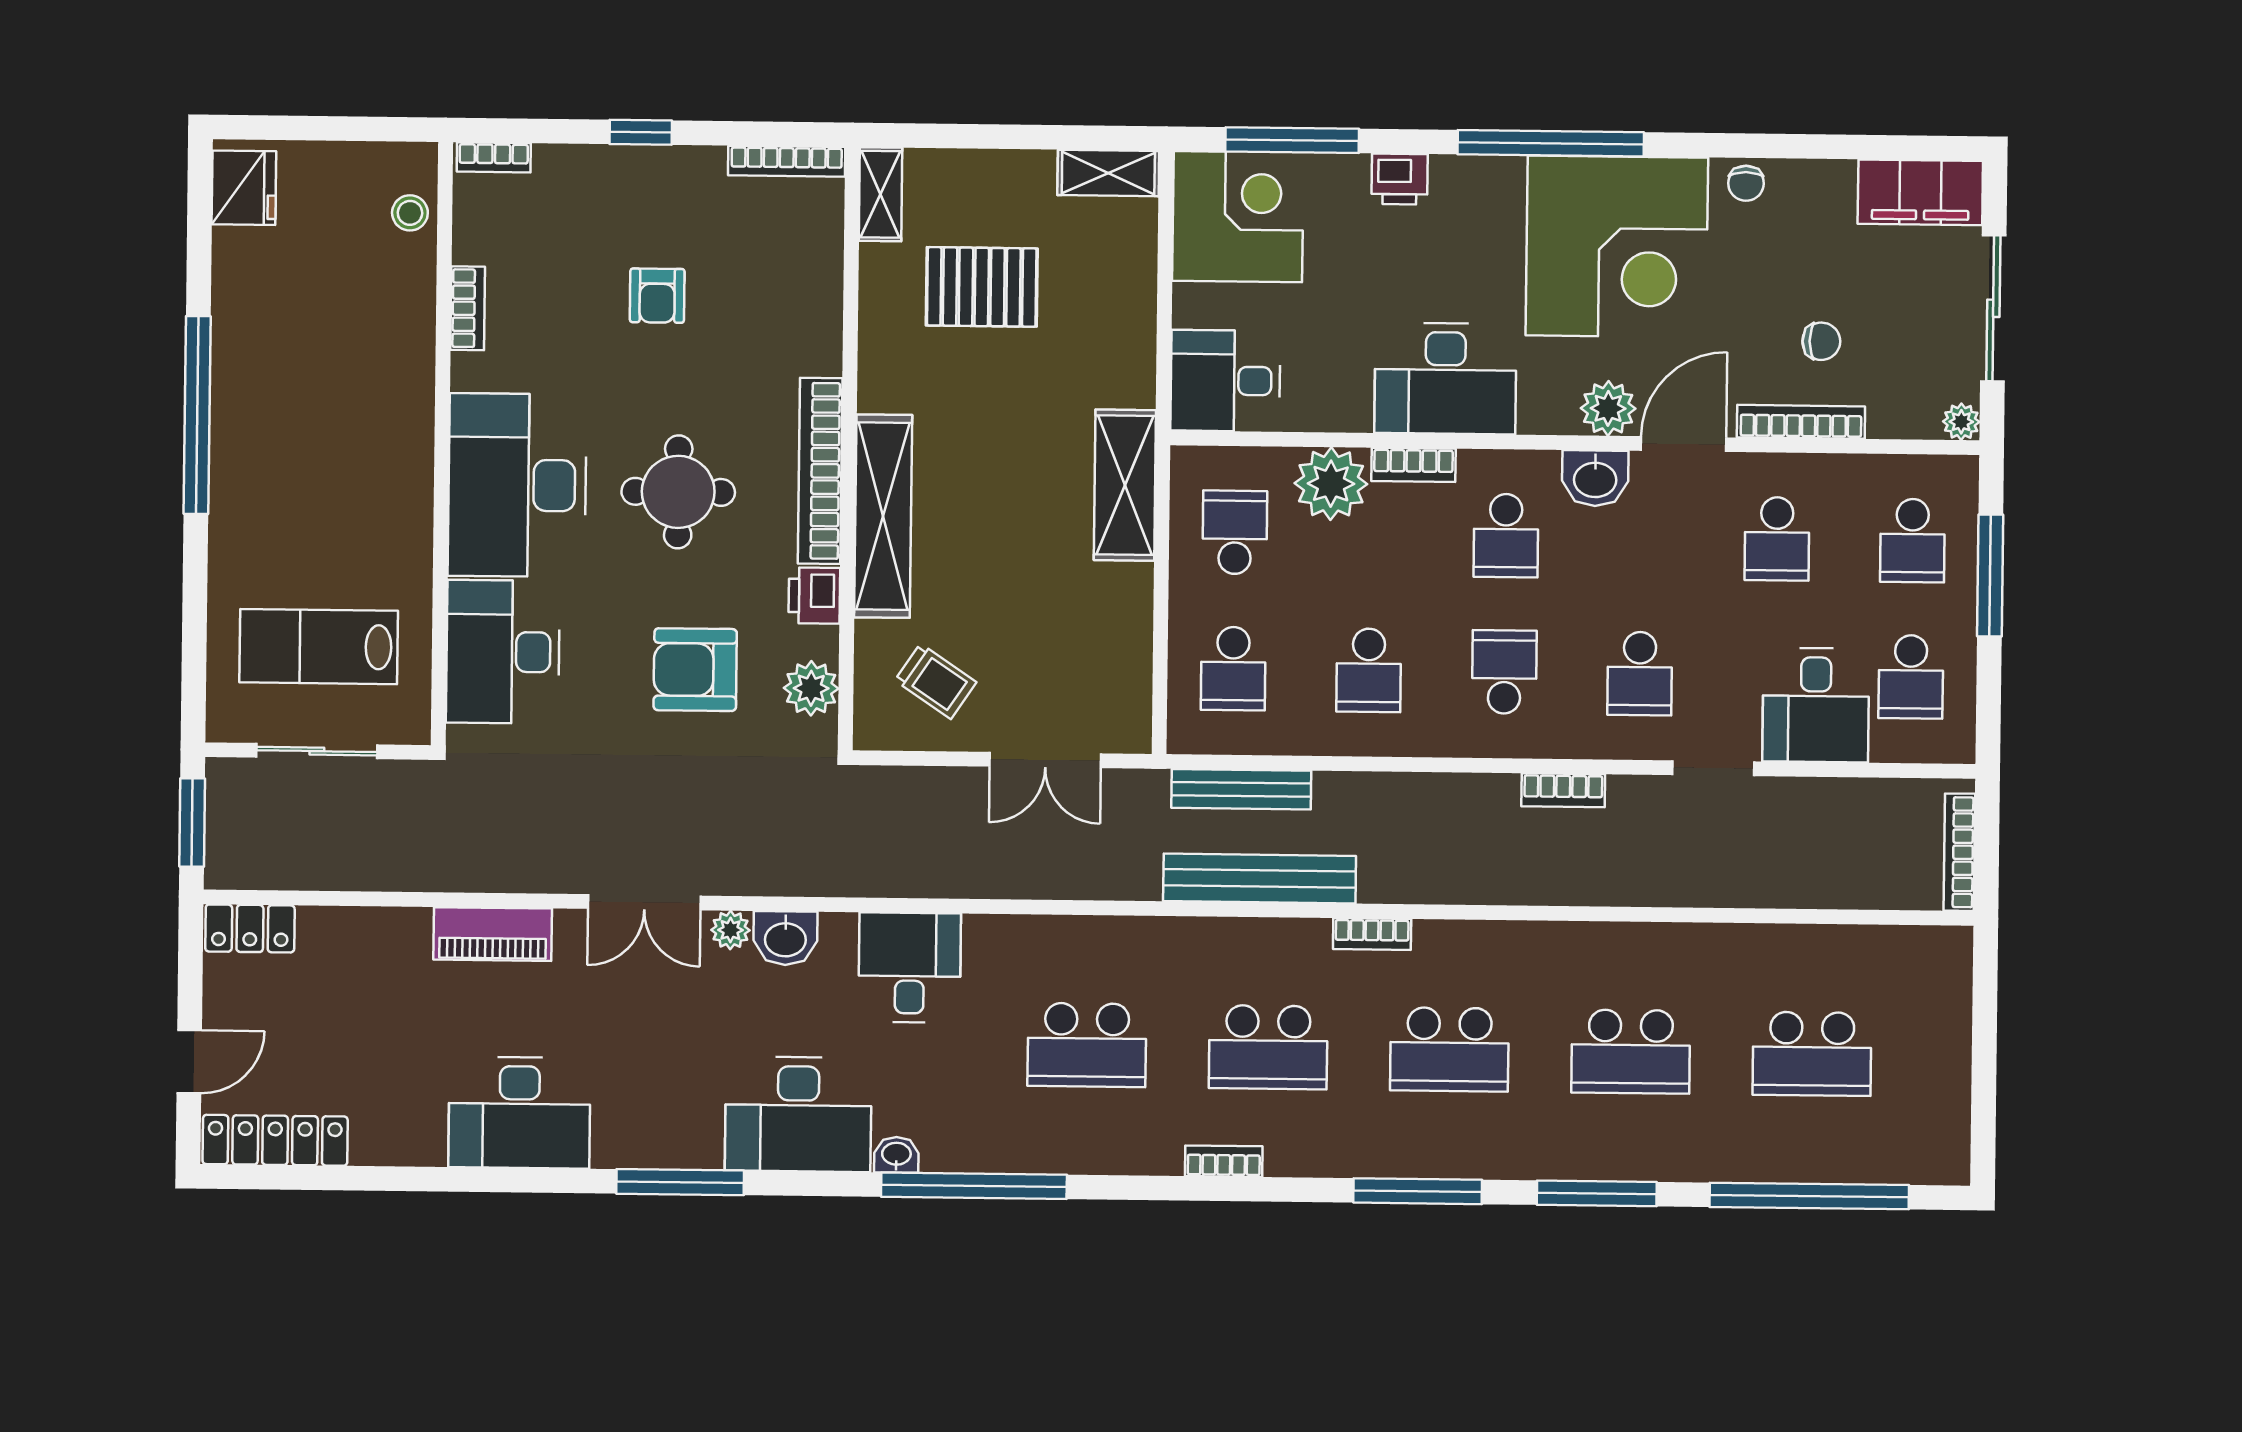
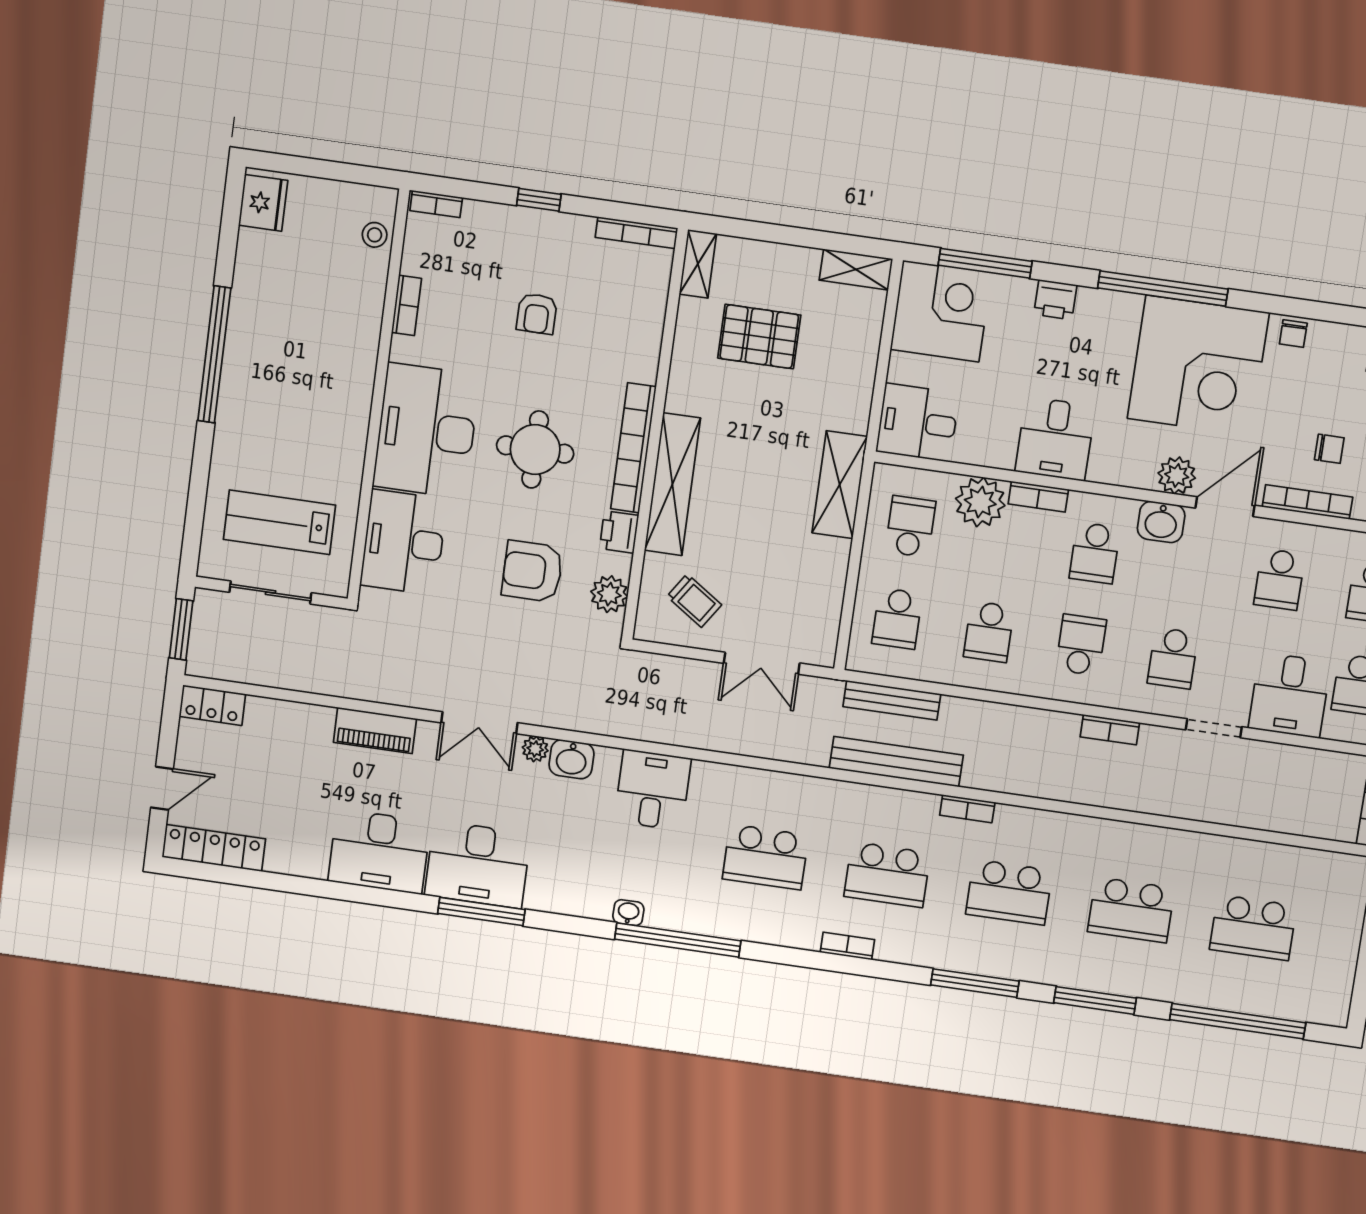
desk: (1445, 379) -> (1055, 439), width x0.73
desk: (798, 1114) -> (478, 864), moved

